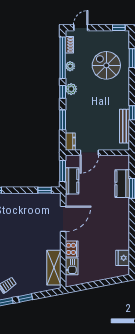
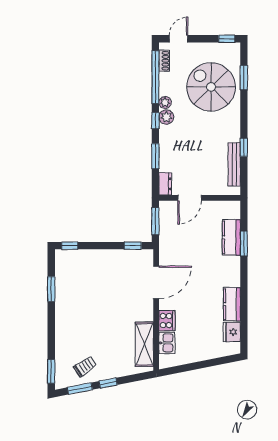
spiral stairs: (106, 65) -> (211, 87), width x1.37, depth x1.37
plant: (70, 66) -> (165, 102), moved
kitchen counter: (72, 181) -> (232, 304), moved, turned 180

